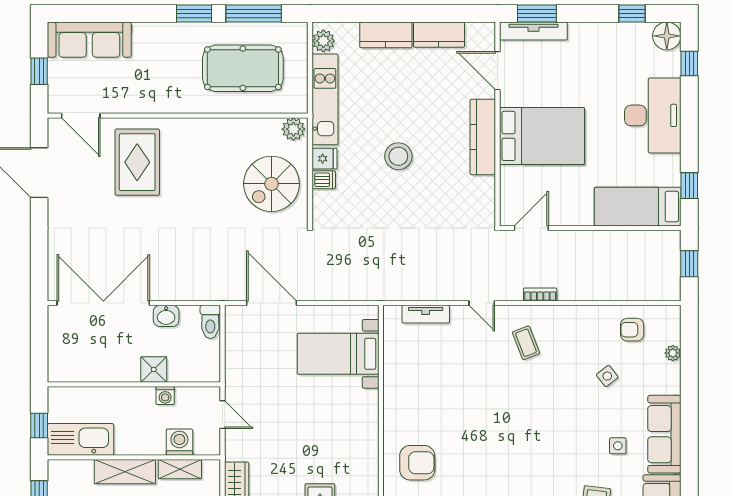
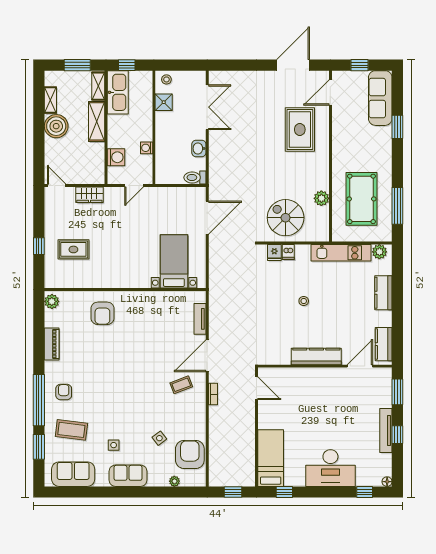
window: (194, 13) -> (397, 127), moved
window: (632, 13) -> (397, 435), moved
tv unit: (533, 31) -> (386, 430), moved
kitchen counter: (439, 35) -> (384, 344), moved
floor lamp: (667, 36) -> (387, 482), width x0.53, depth x0.53
plant: (293, 129) -> (321, 198), moved
bed: (542, 136) -> (317, 395), removed
stool: (398, 156) -> (304, 301), width x0.53, depth x0.53
fridge: (325, 159) -> (274, 253), moved
rug: (137, 162) -> (300, 130), turned 90
double door: (103, 303) -> (207, 107), width x0.73
door: (482, 303) -> (207, 356), width x1.88
armchair: (632, 330) -> (190, 454), width x1.88, depth x1.88
stool: (61, 365) -> (166, 79), added
shower: (154, 369) -> (164, 102), moved
sofa: (664, 434) -> (128, 476), width x0.73
shelving: (180, 469) -> (98, 86), moved

